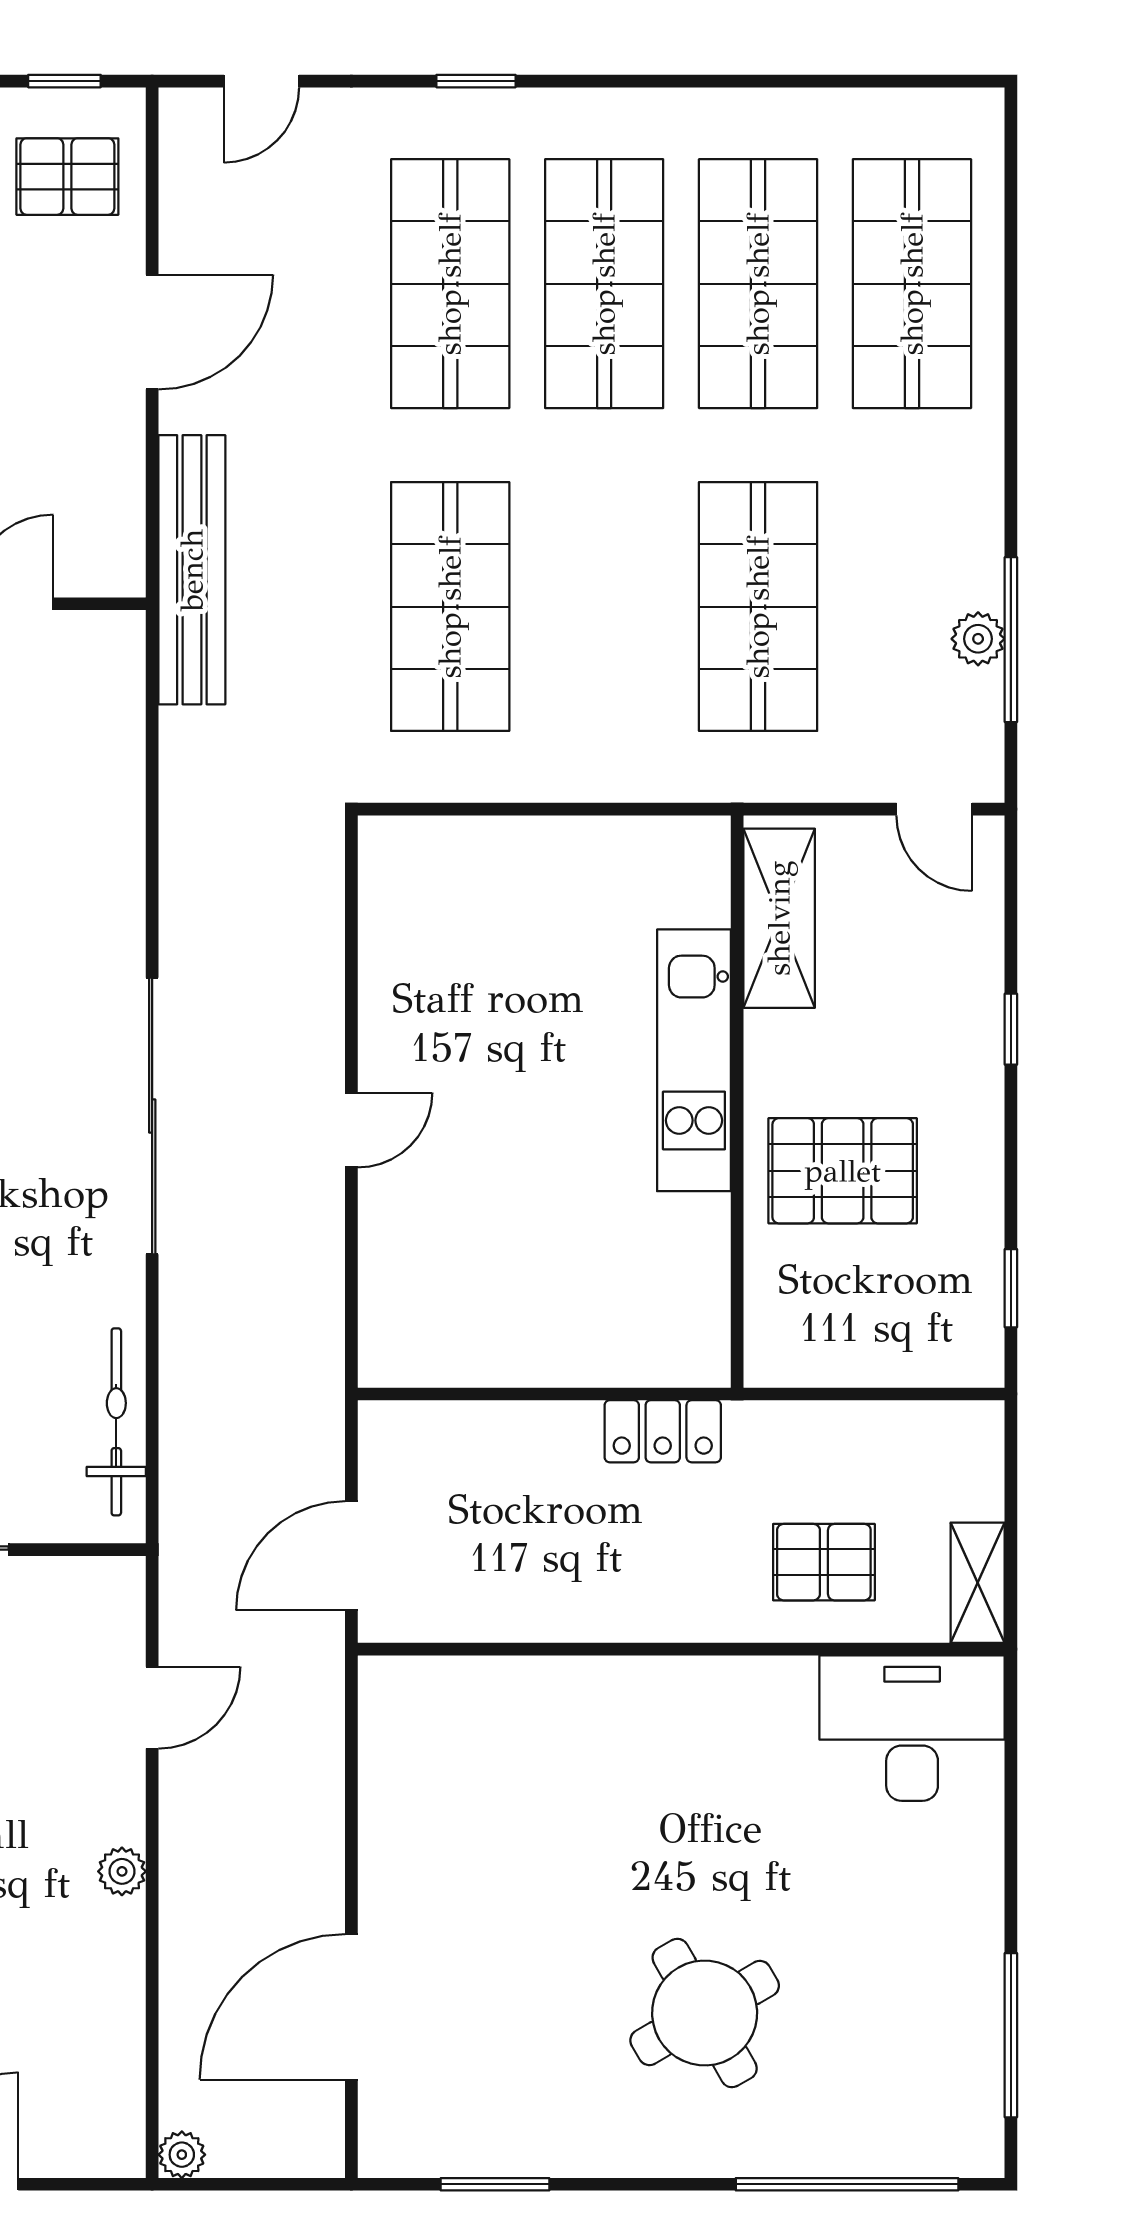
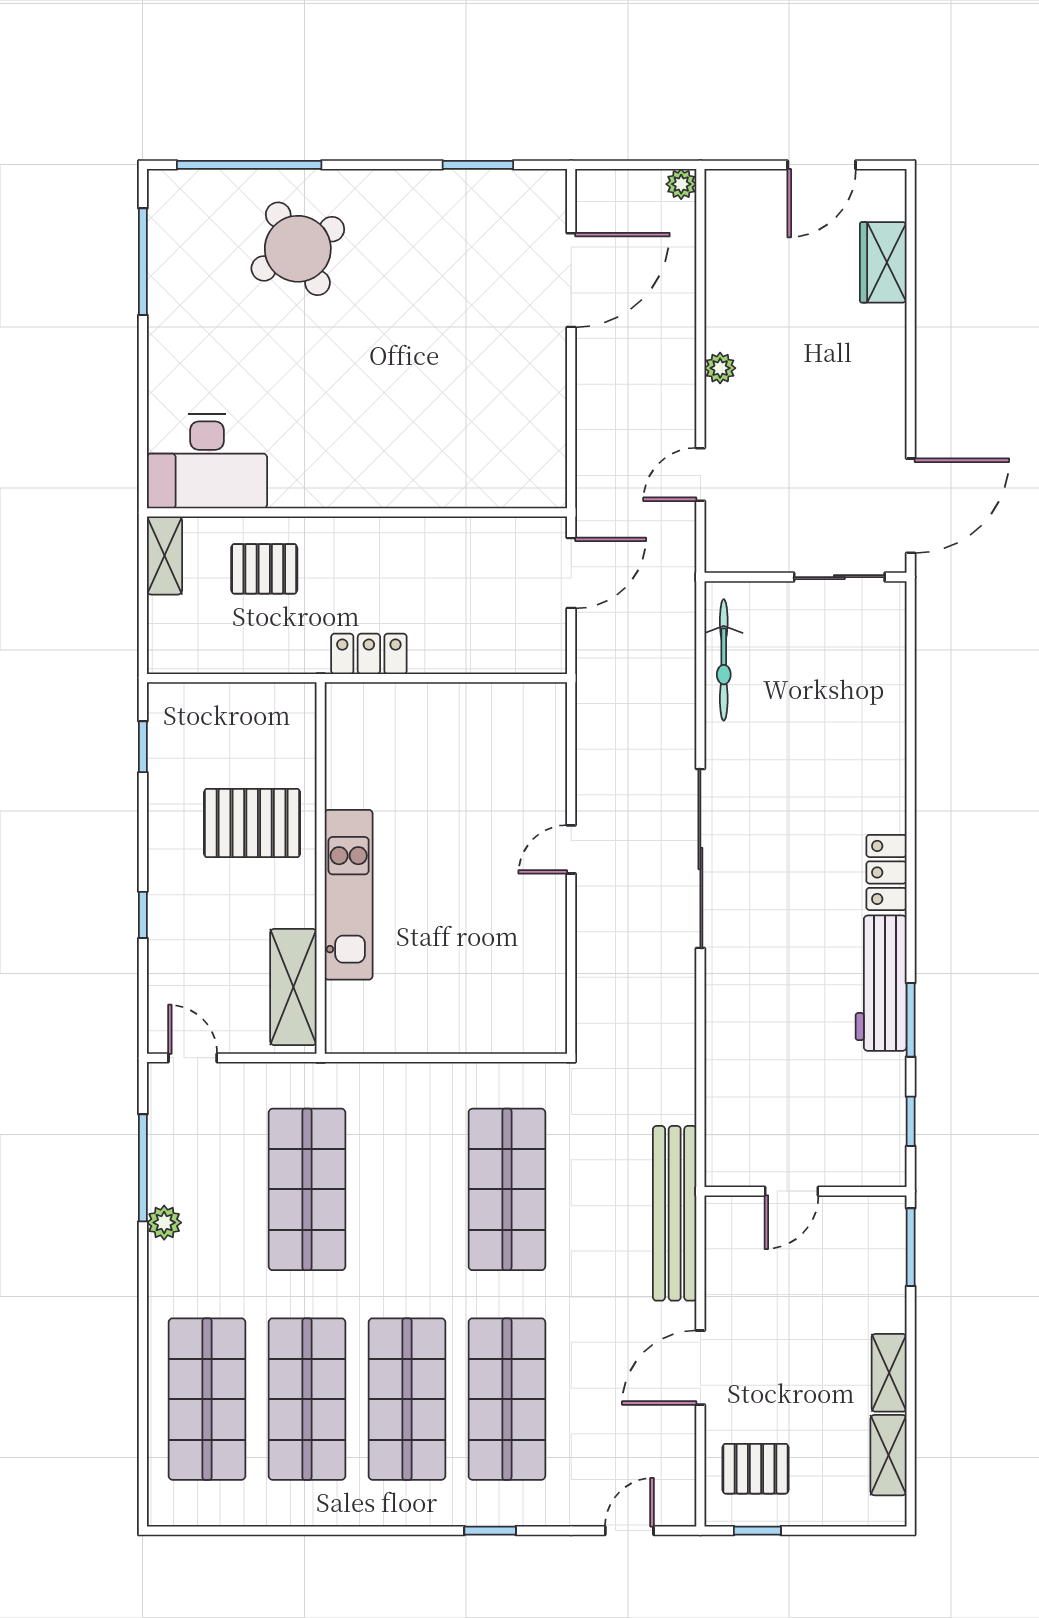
plant: (978, 639) -> (164, 1223), moved
round table: (705, 2013) -> (298, 249), moved

